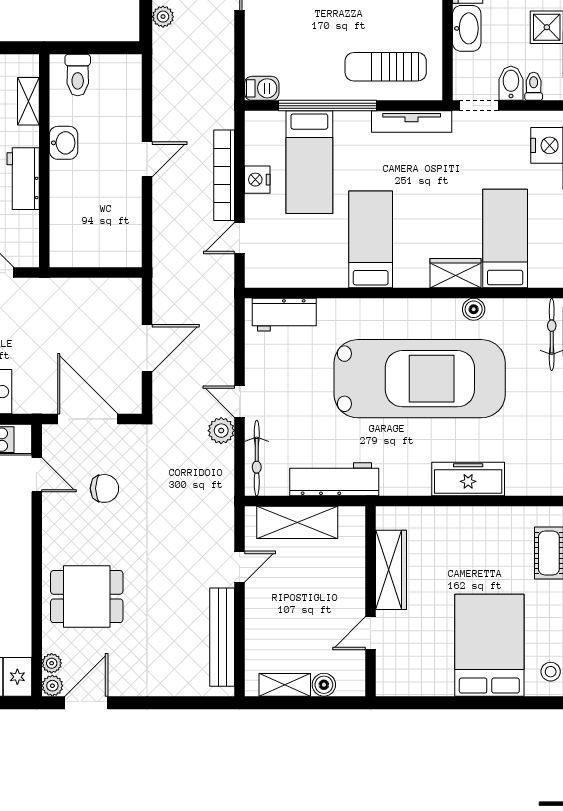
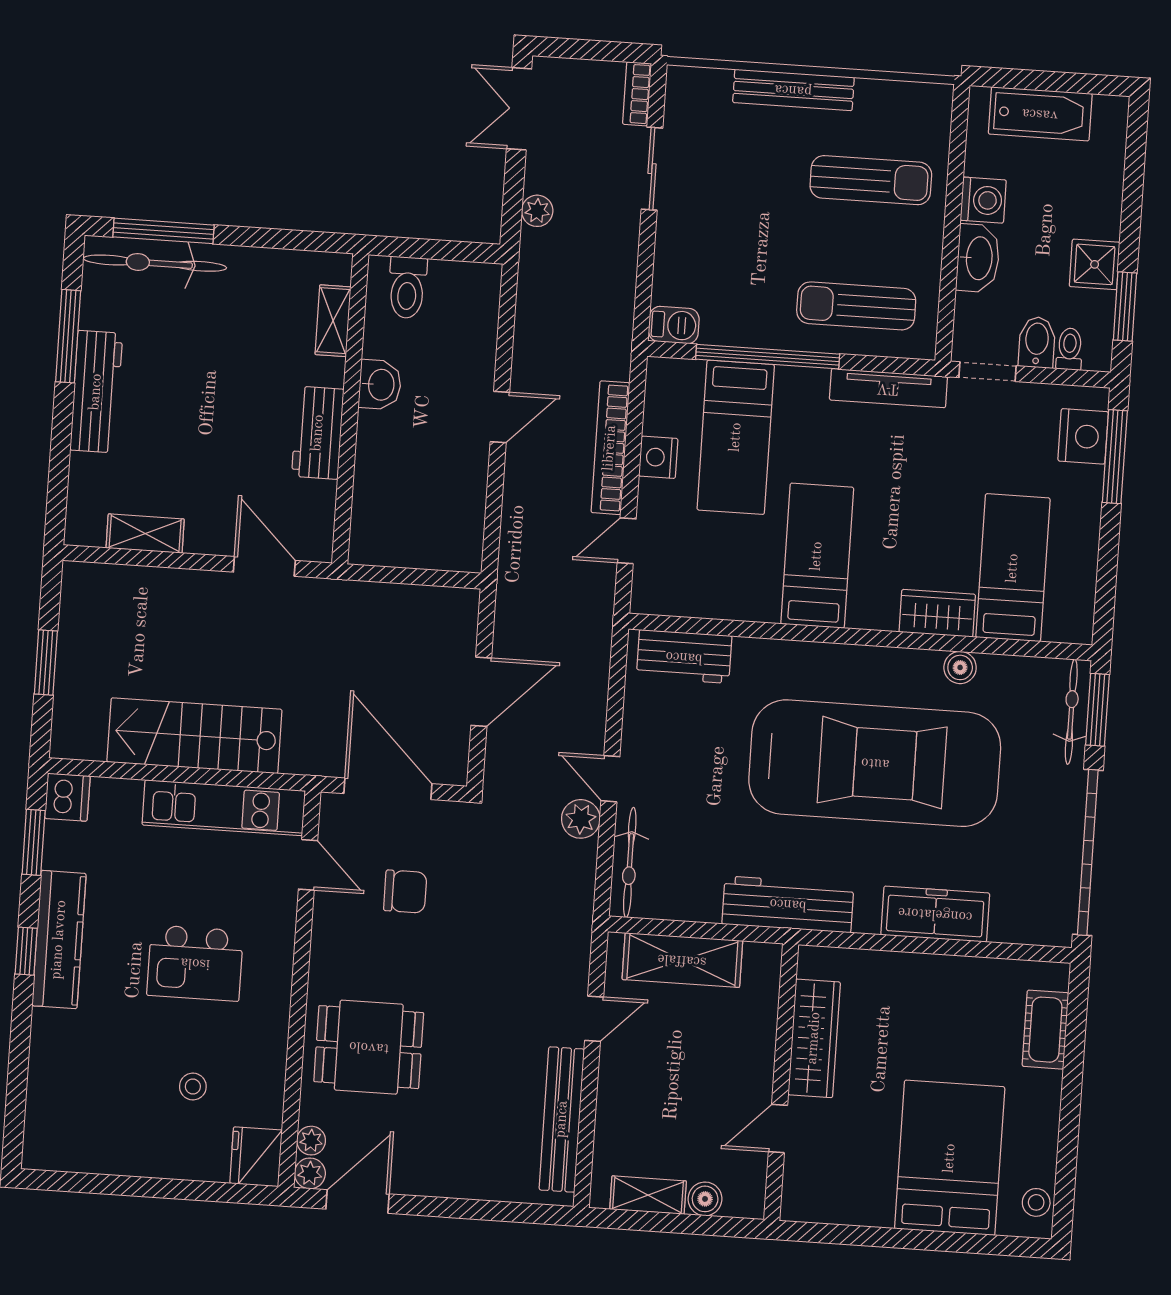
workbench: (334, 479) -> (788, 904), moved

